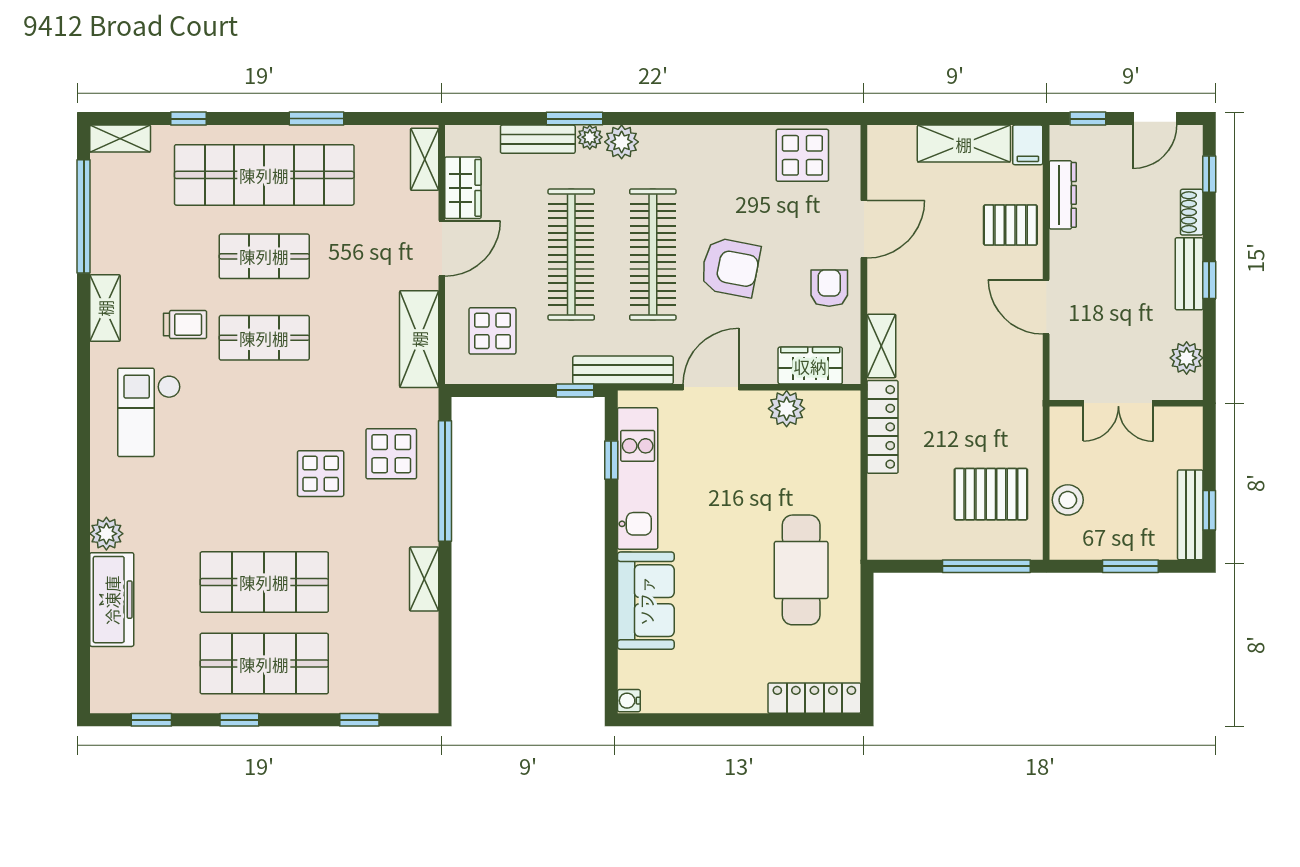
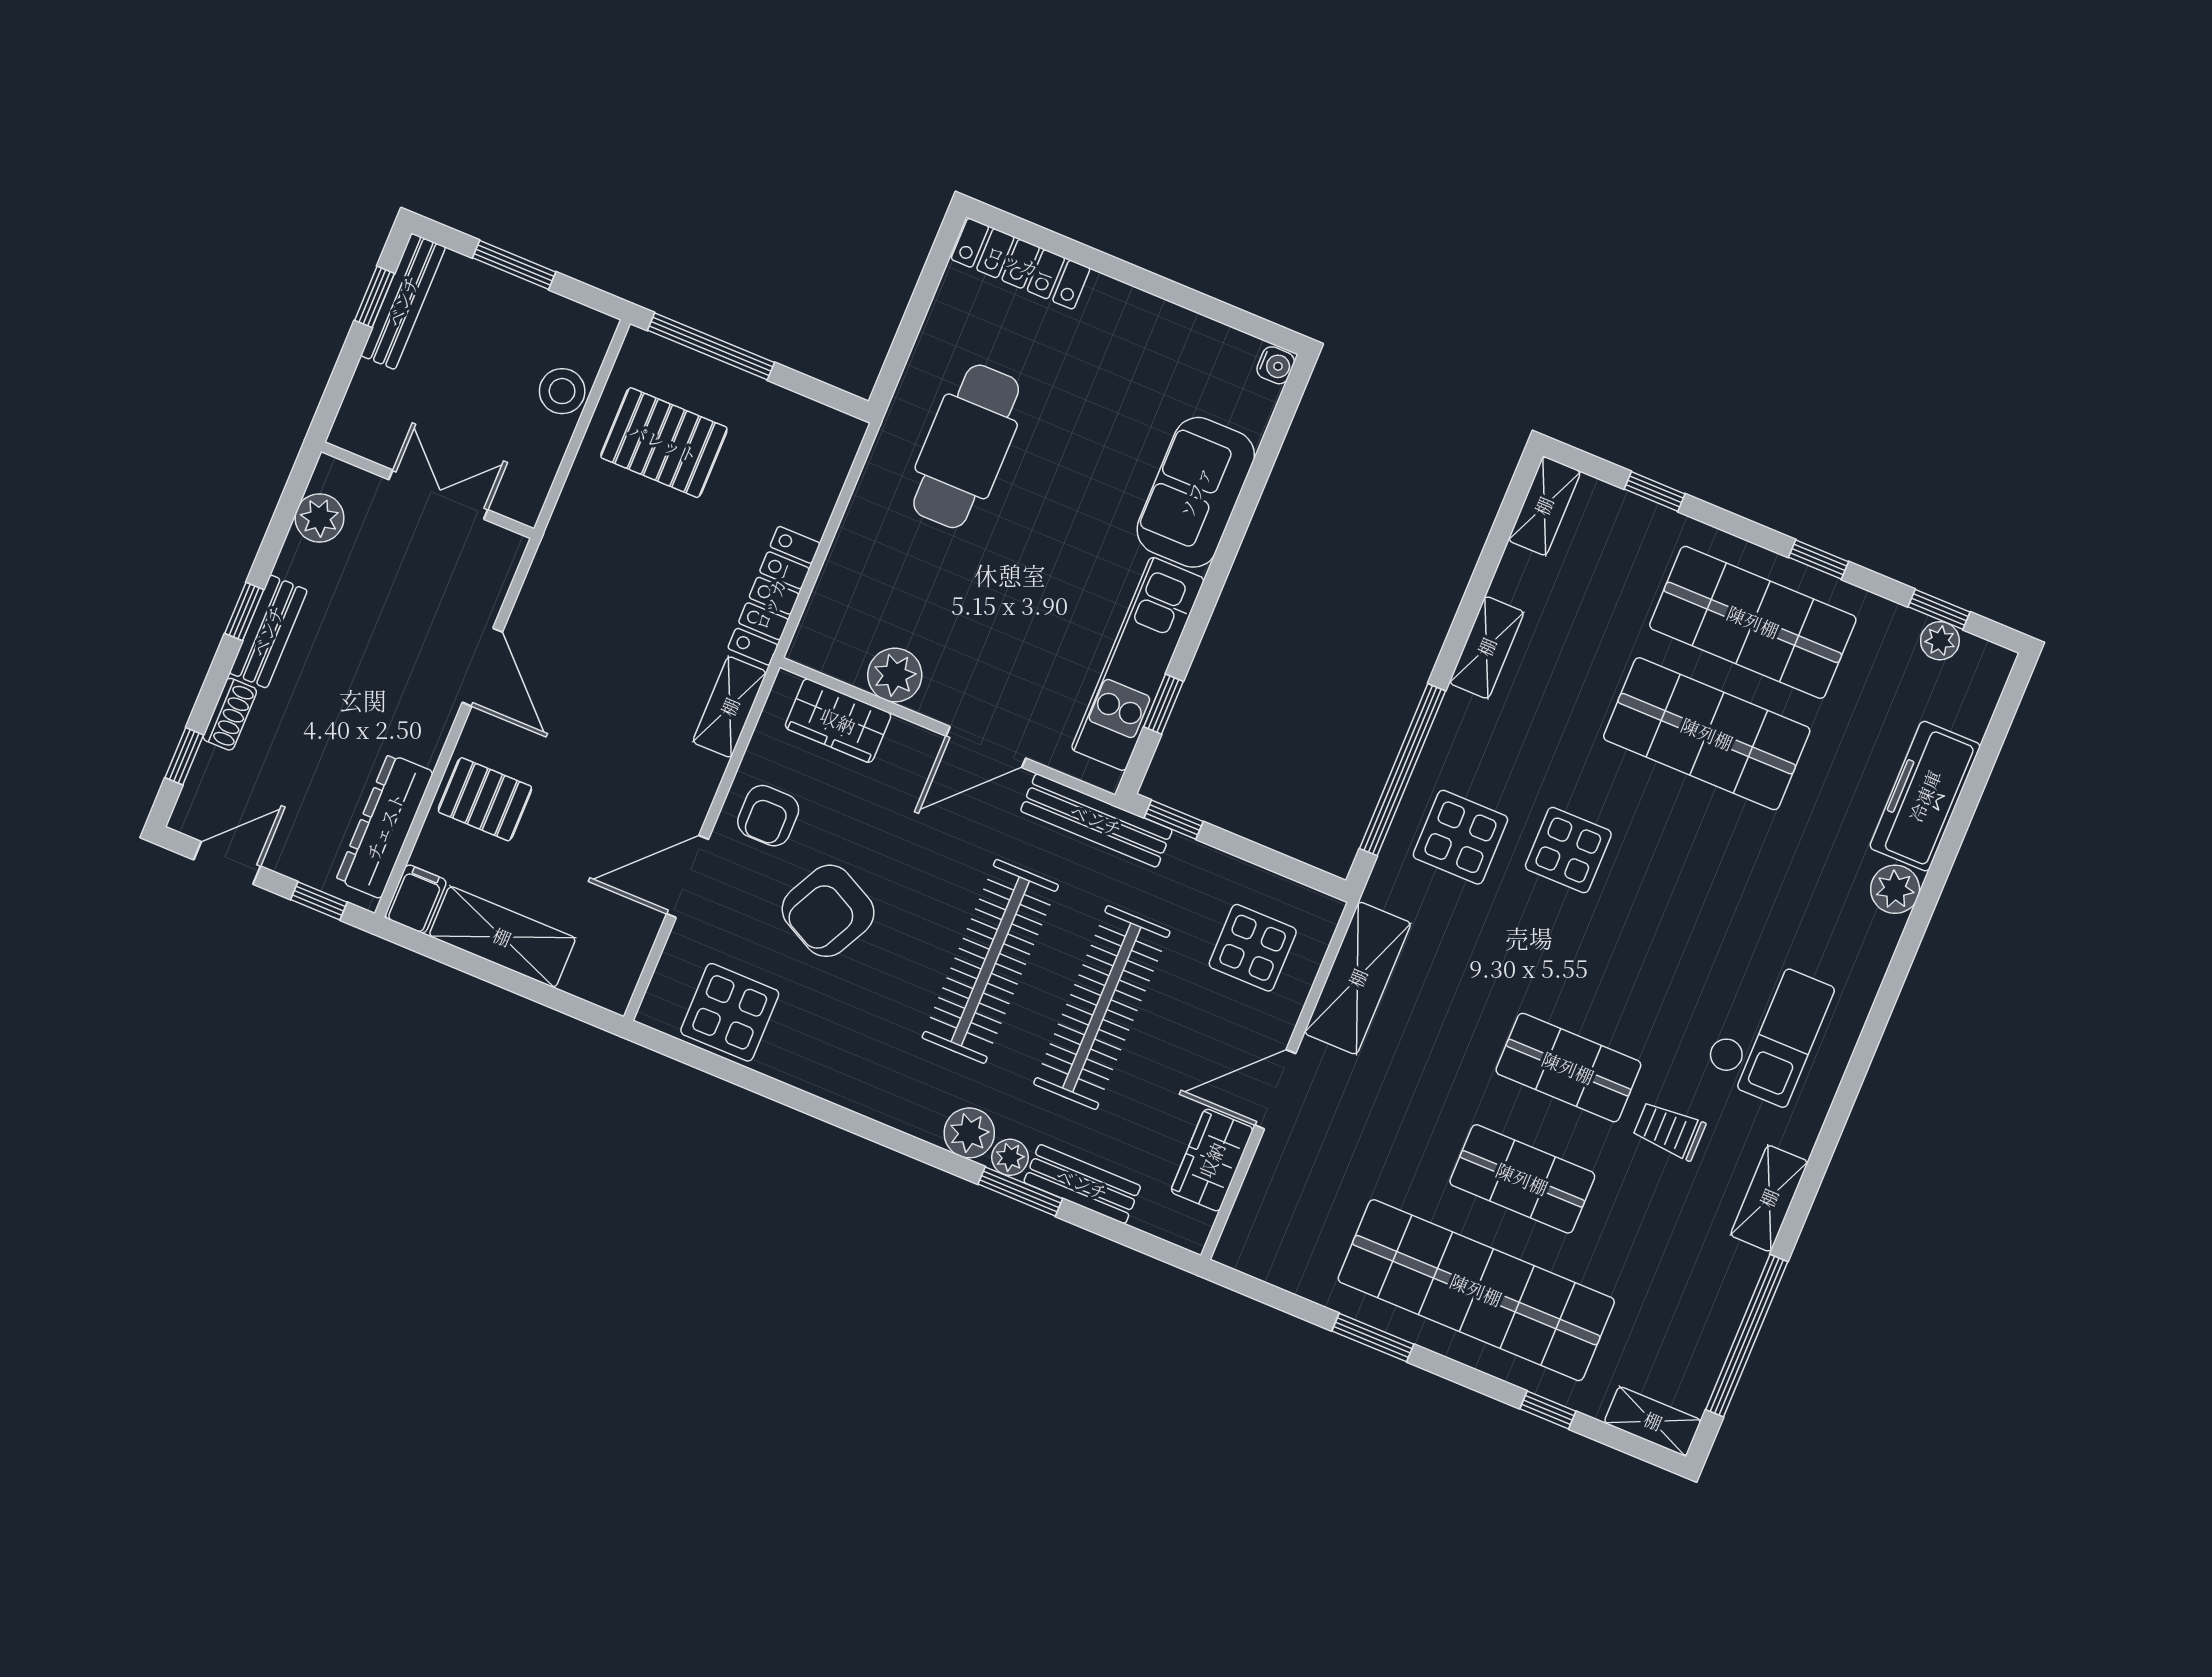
shelving: (425, 159) -> (1544, 506), moved
dresser: (1063, 195) -> (385, 826), width x1.37, depth x1.24
armchair: (730, 267) -> (828, 911), moved, turned -74
plant: (143, 700) -> (1940, 641), added

